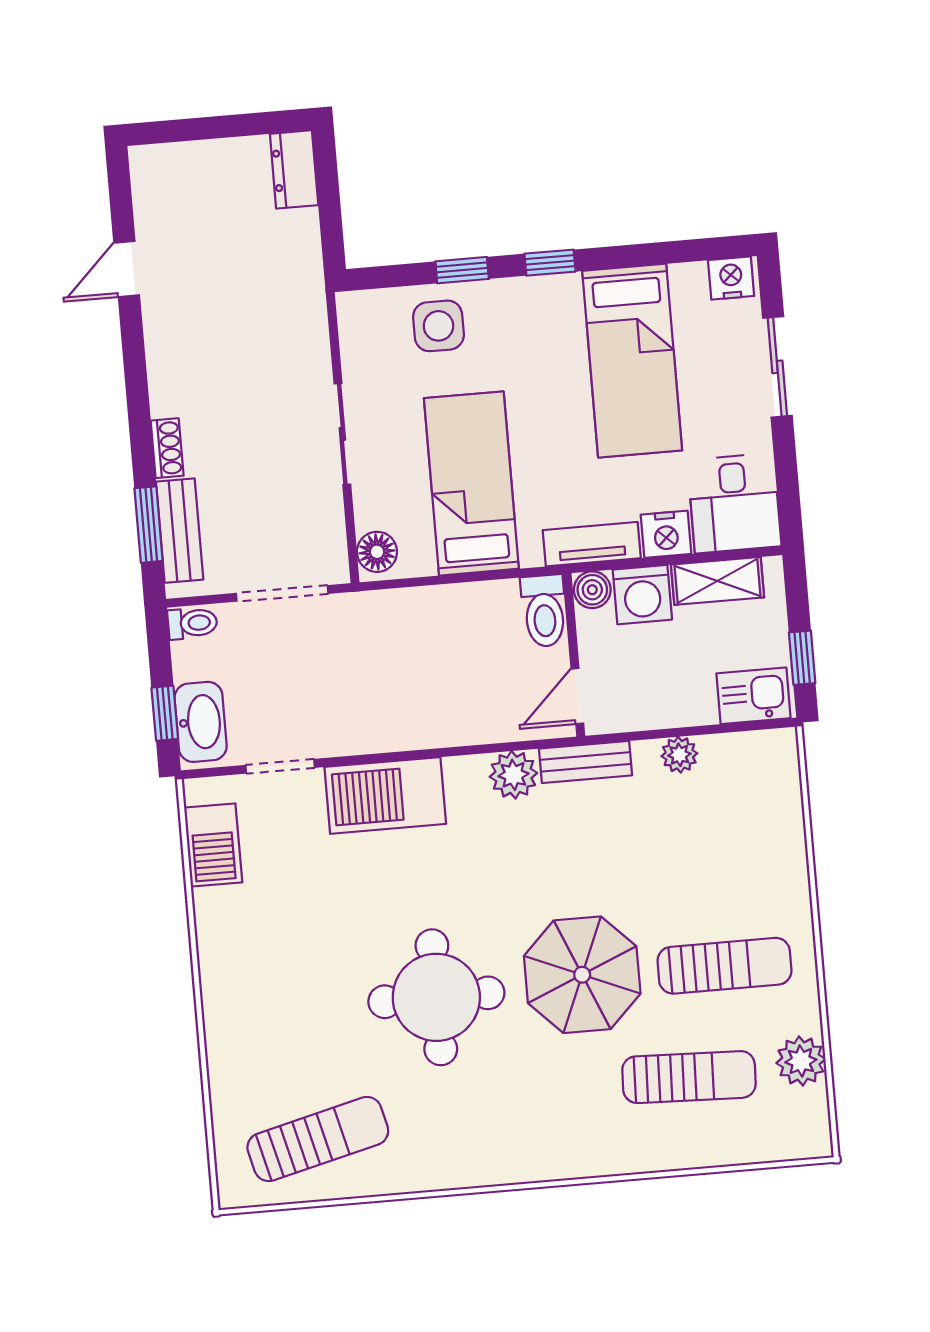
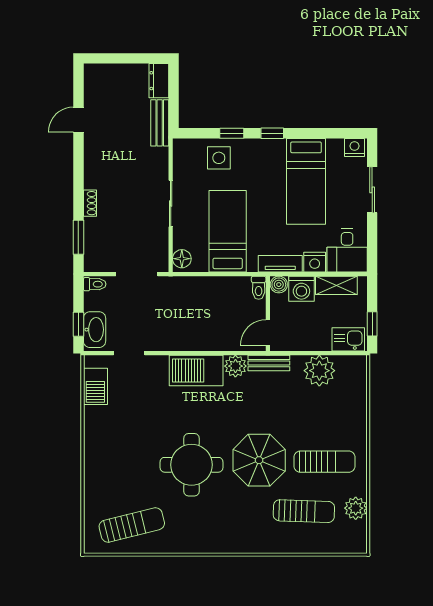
bench: (180, 531) -> (160, 123), moved
toilet: (544, 611) -> (259, 288), width x0.73, depth x0.72
plant: (679, 755) -> (319, 371), width x1.88, depth x1.88
barbecue: (385, 795) -> (196, 370), moved

